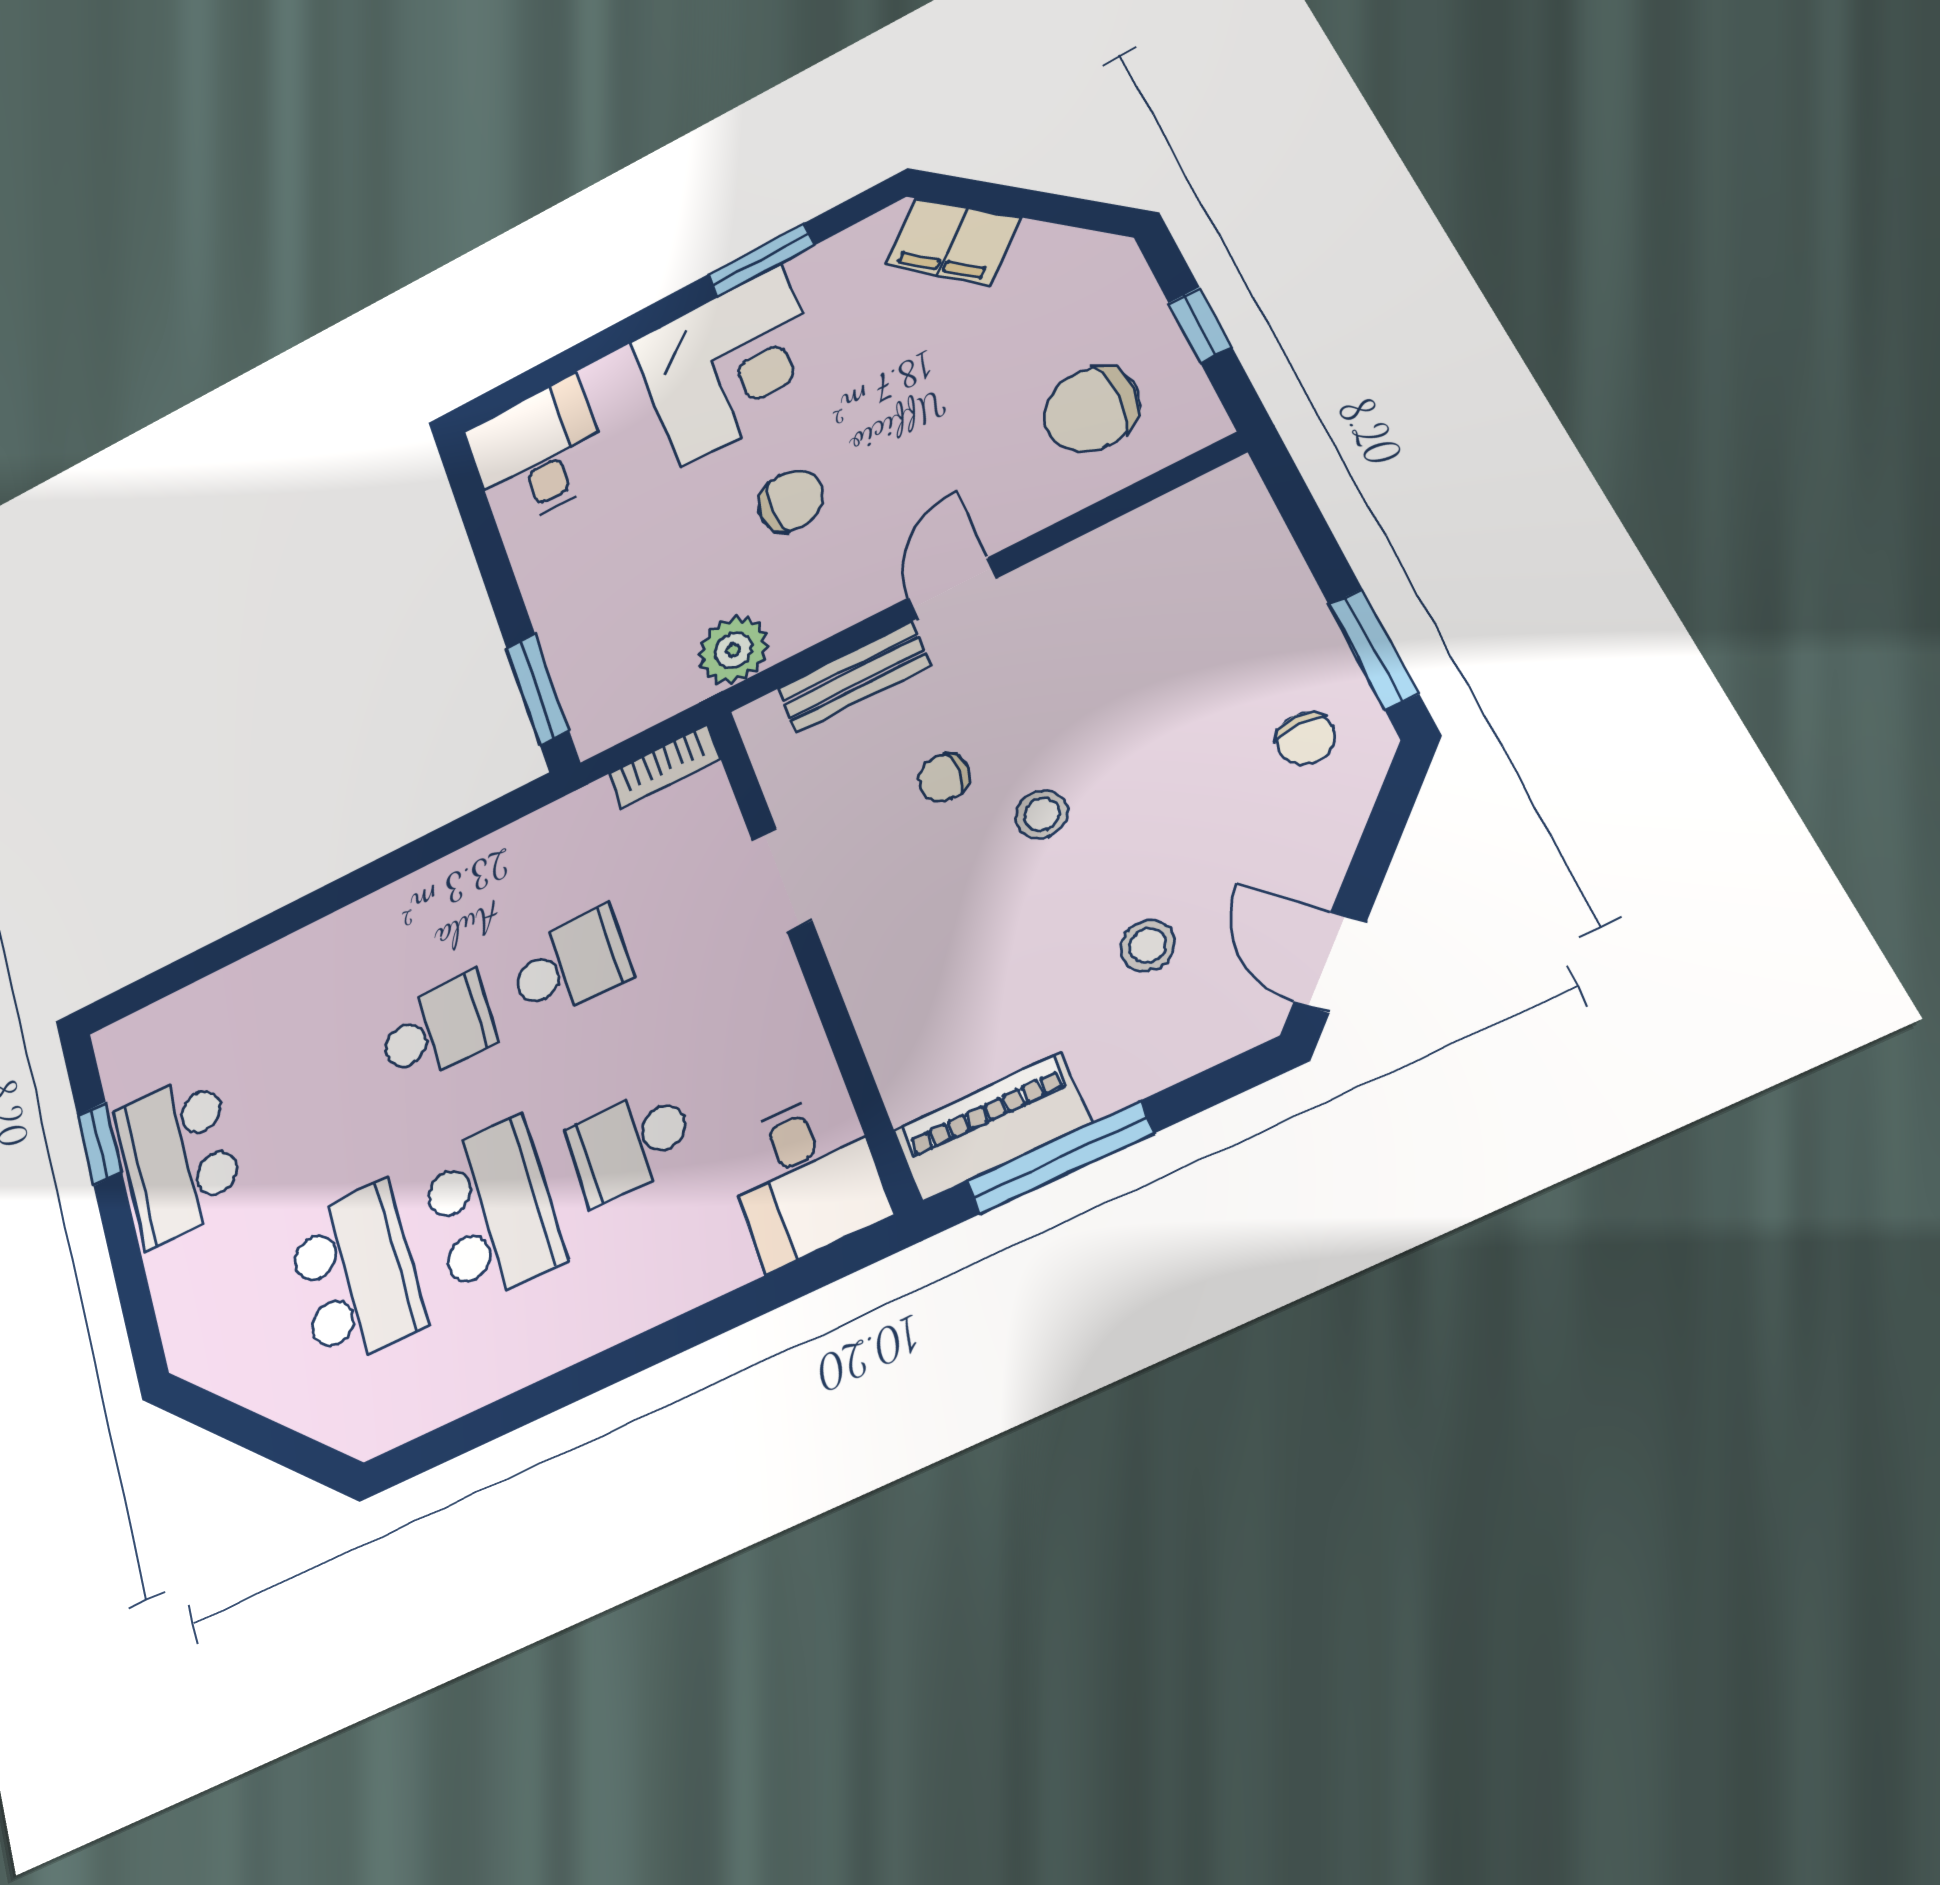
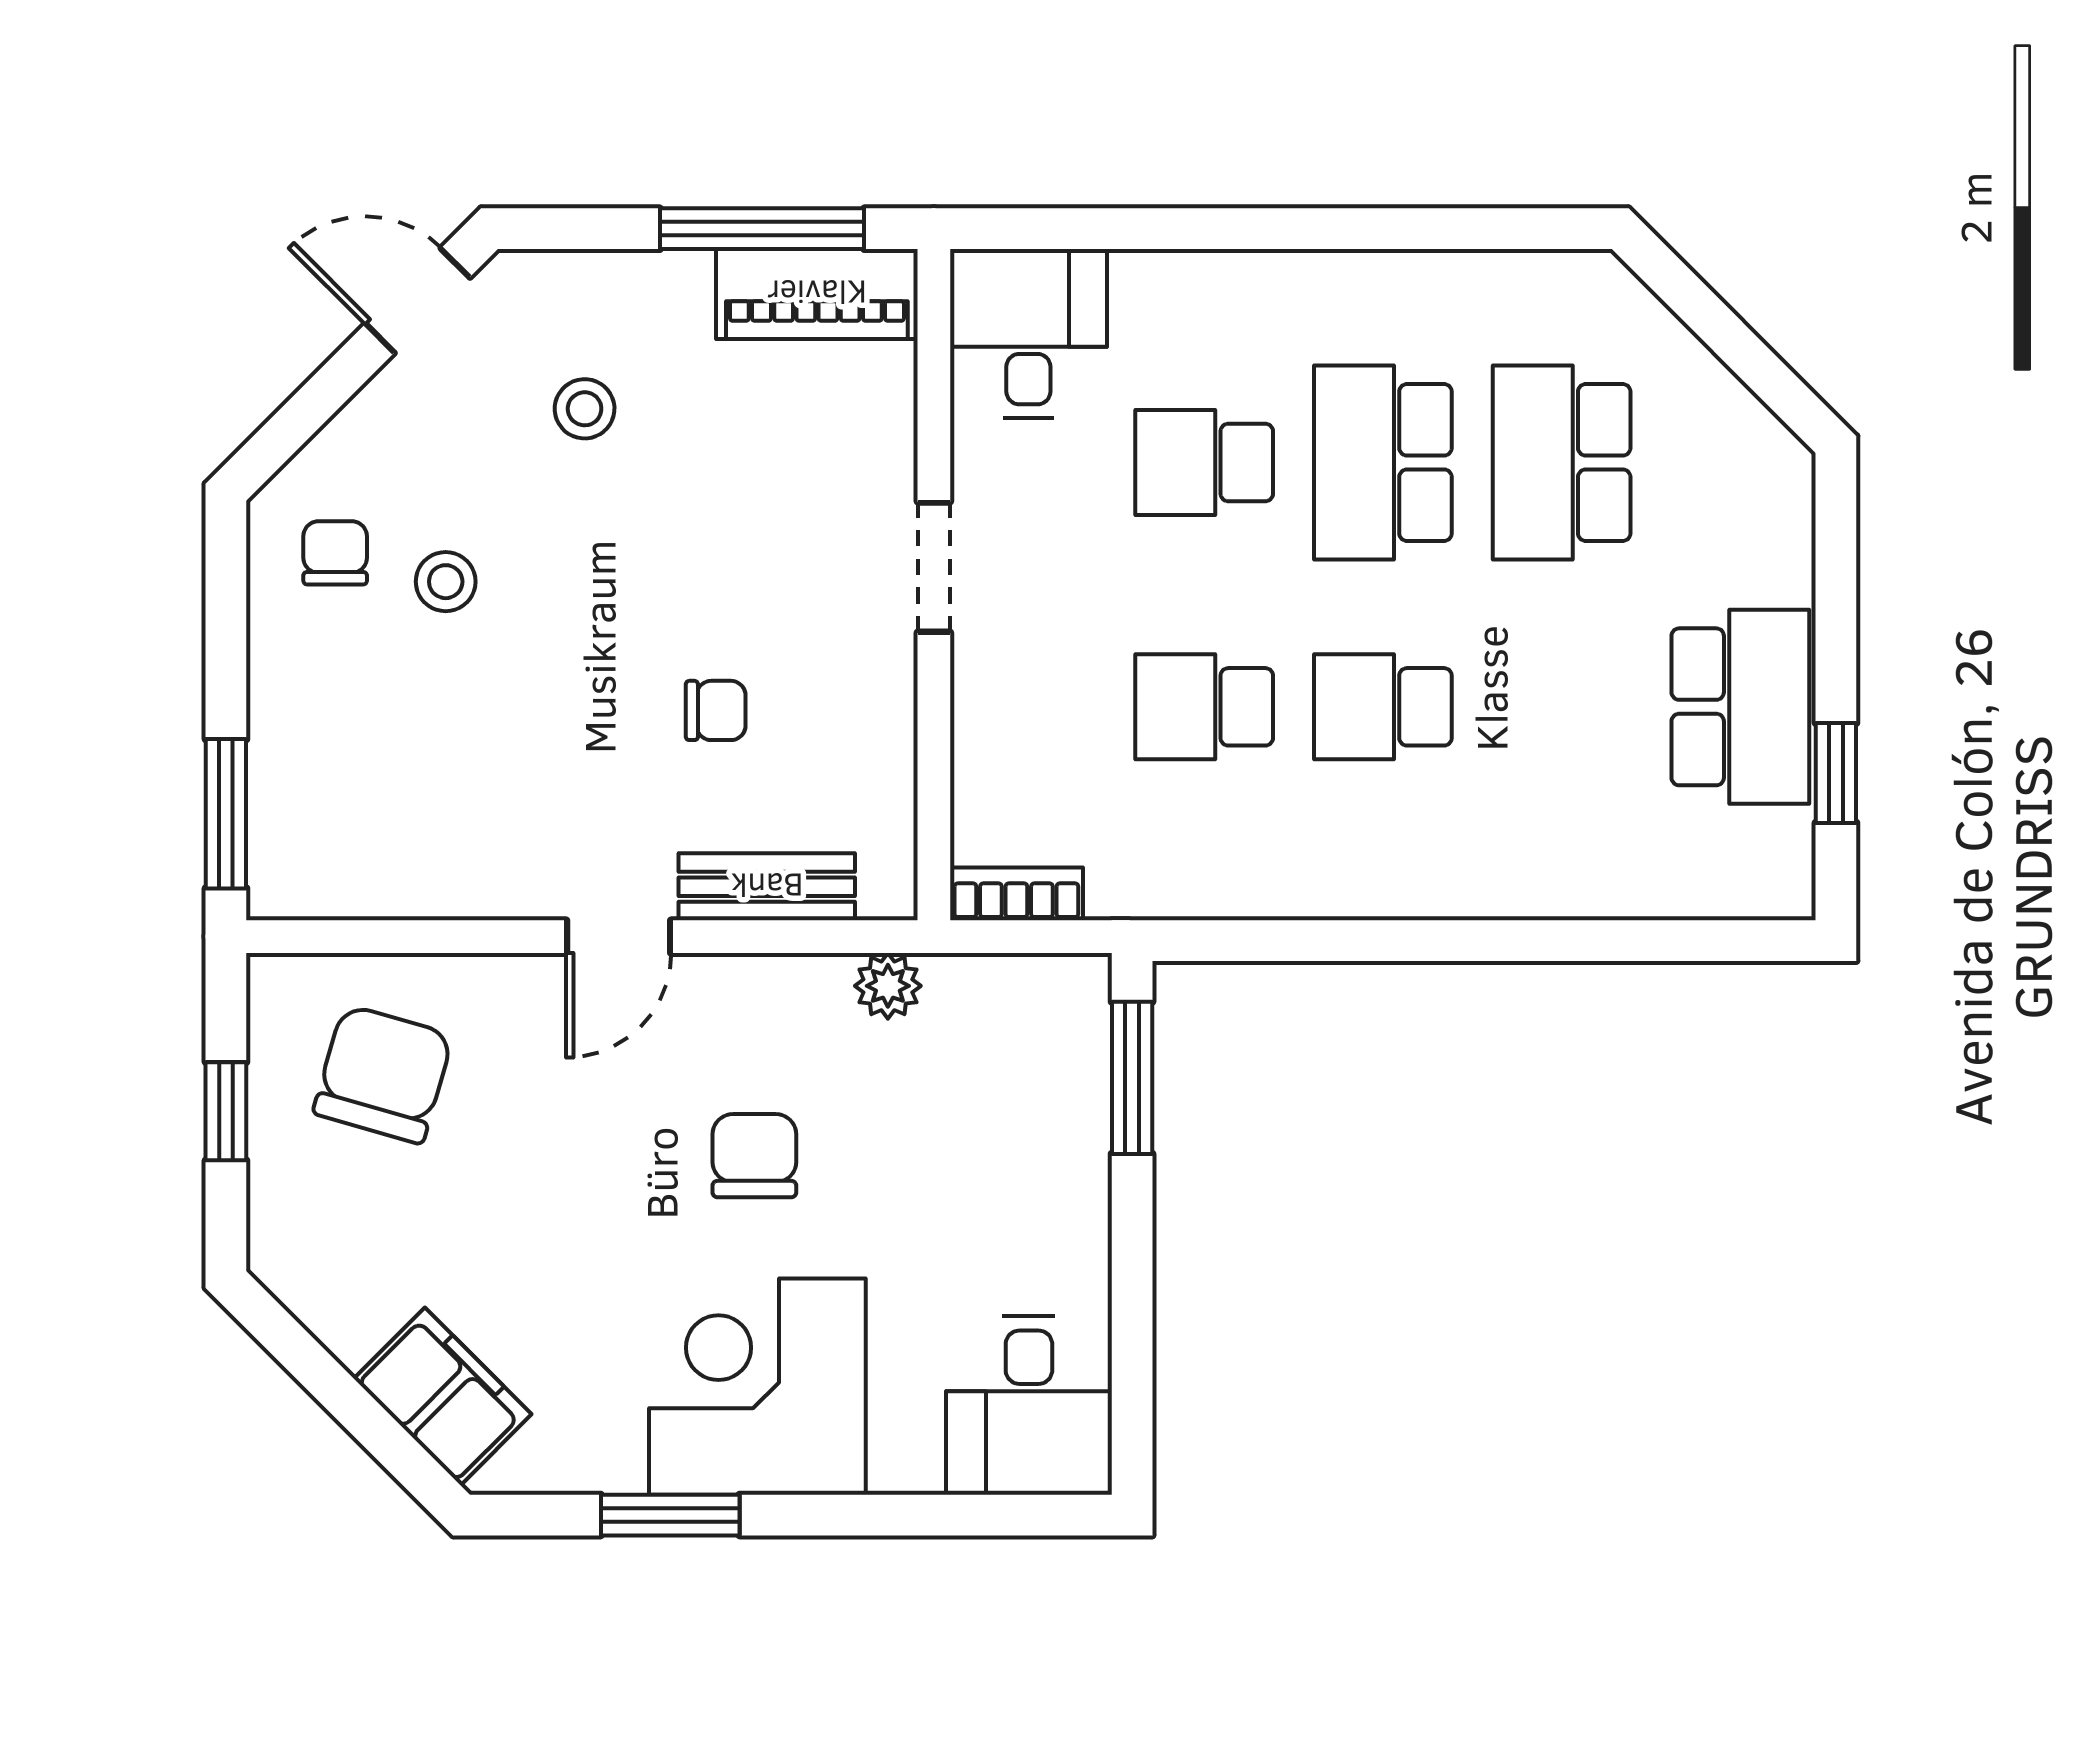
chair: (1091, 409) -> (383, 1074), turned -74
chair: (791, 501) -> (754, 1156), turned 90
window: (1374, 649) -> (226, 814), moved
plant: (733, 650) -> (888, 986), width x0.73, depth x0.73
stool: (1041, 814) -> (446, 582), moved
doorway: (782, 880) -> (934, 567), moved
door: (1330, 962) -> (418, 301), swing flipped
school desk: (630, 1144) -> (1204, 463), turned 180

